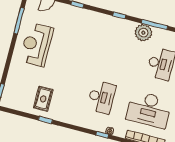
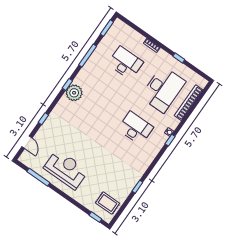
plant: (143, 33) -> (74, 93), moved
reception desk: (36, 45) -> (66, 169), turned 180
rug: (43, 99) -> (108, 203), moved

